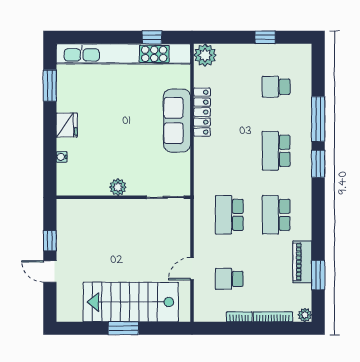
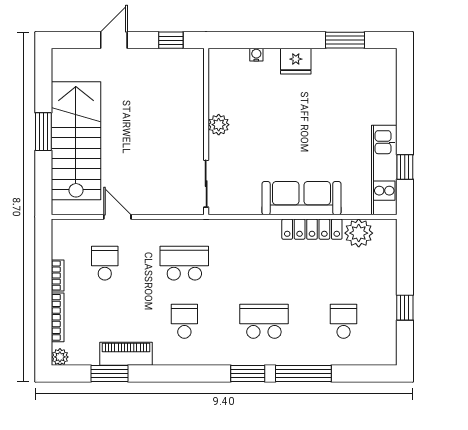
kitchen unit: (123, 54) -> (384, 170), width x0.54
plant: (205, 55) -> (359, 233), moved
school desk: (276, 215) -> (184, 321), width x0.54
window: (50, 241) -> (171, 40), moved

